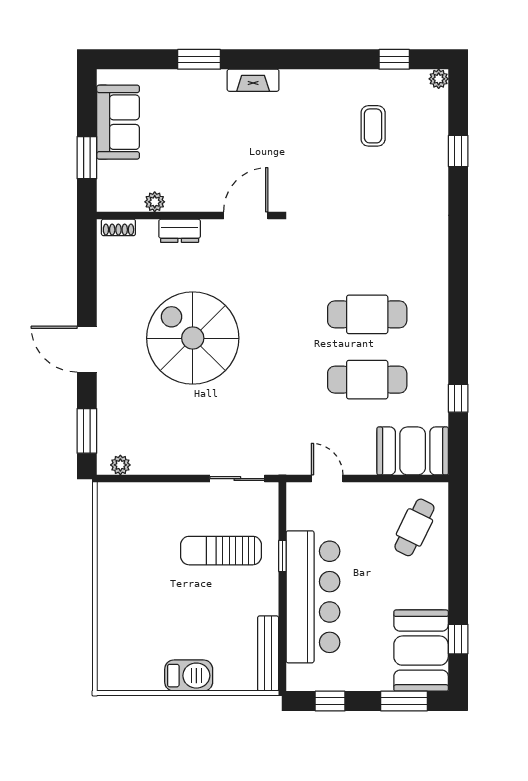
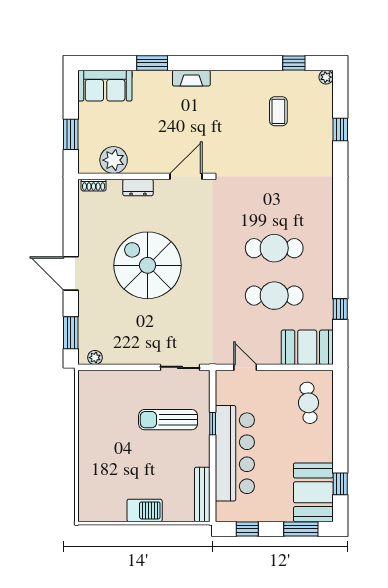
sofa: (118, 122) -> (105, 86), moved, turned 90
plant: (155, 202) -> (114, 160), width x1.88, depth x1.88
cafe table: (414, 527) -> (308, 403), turned -32

